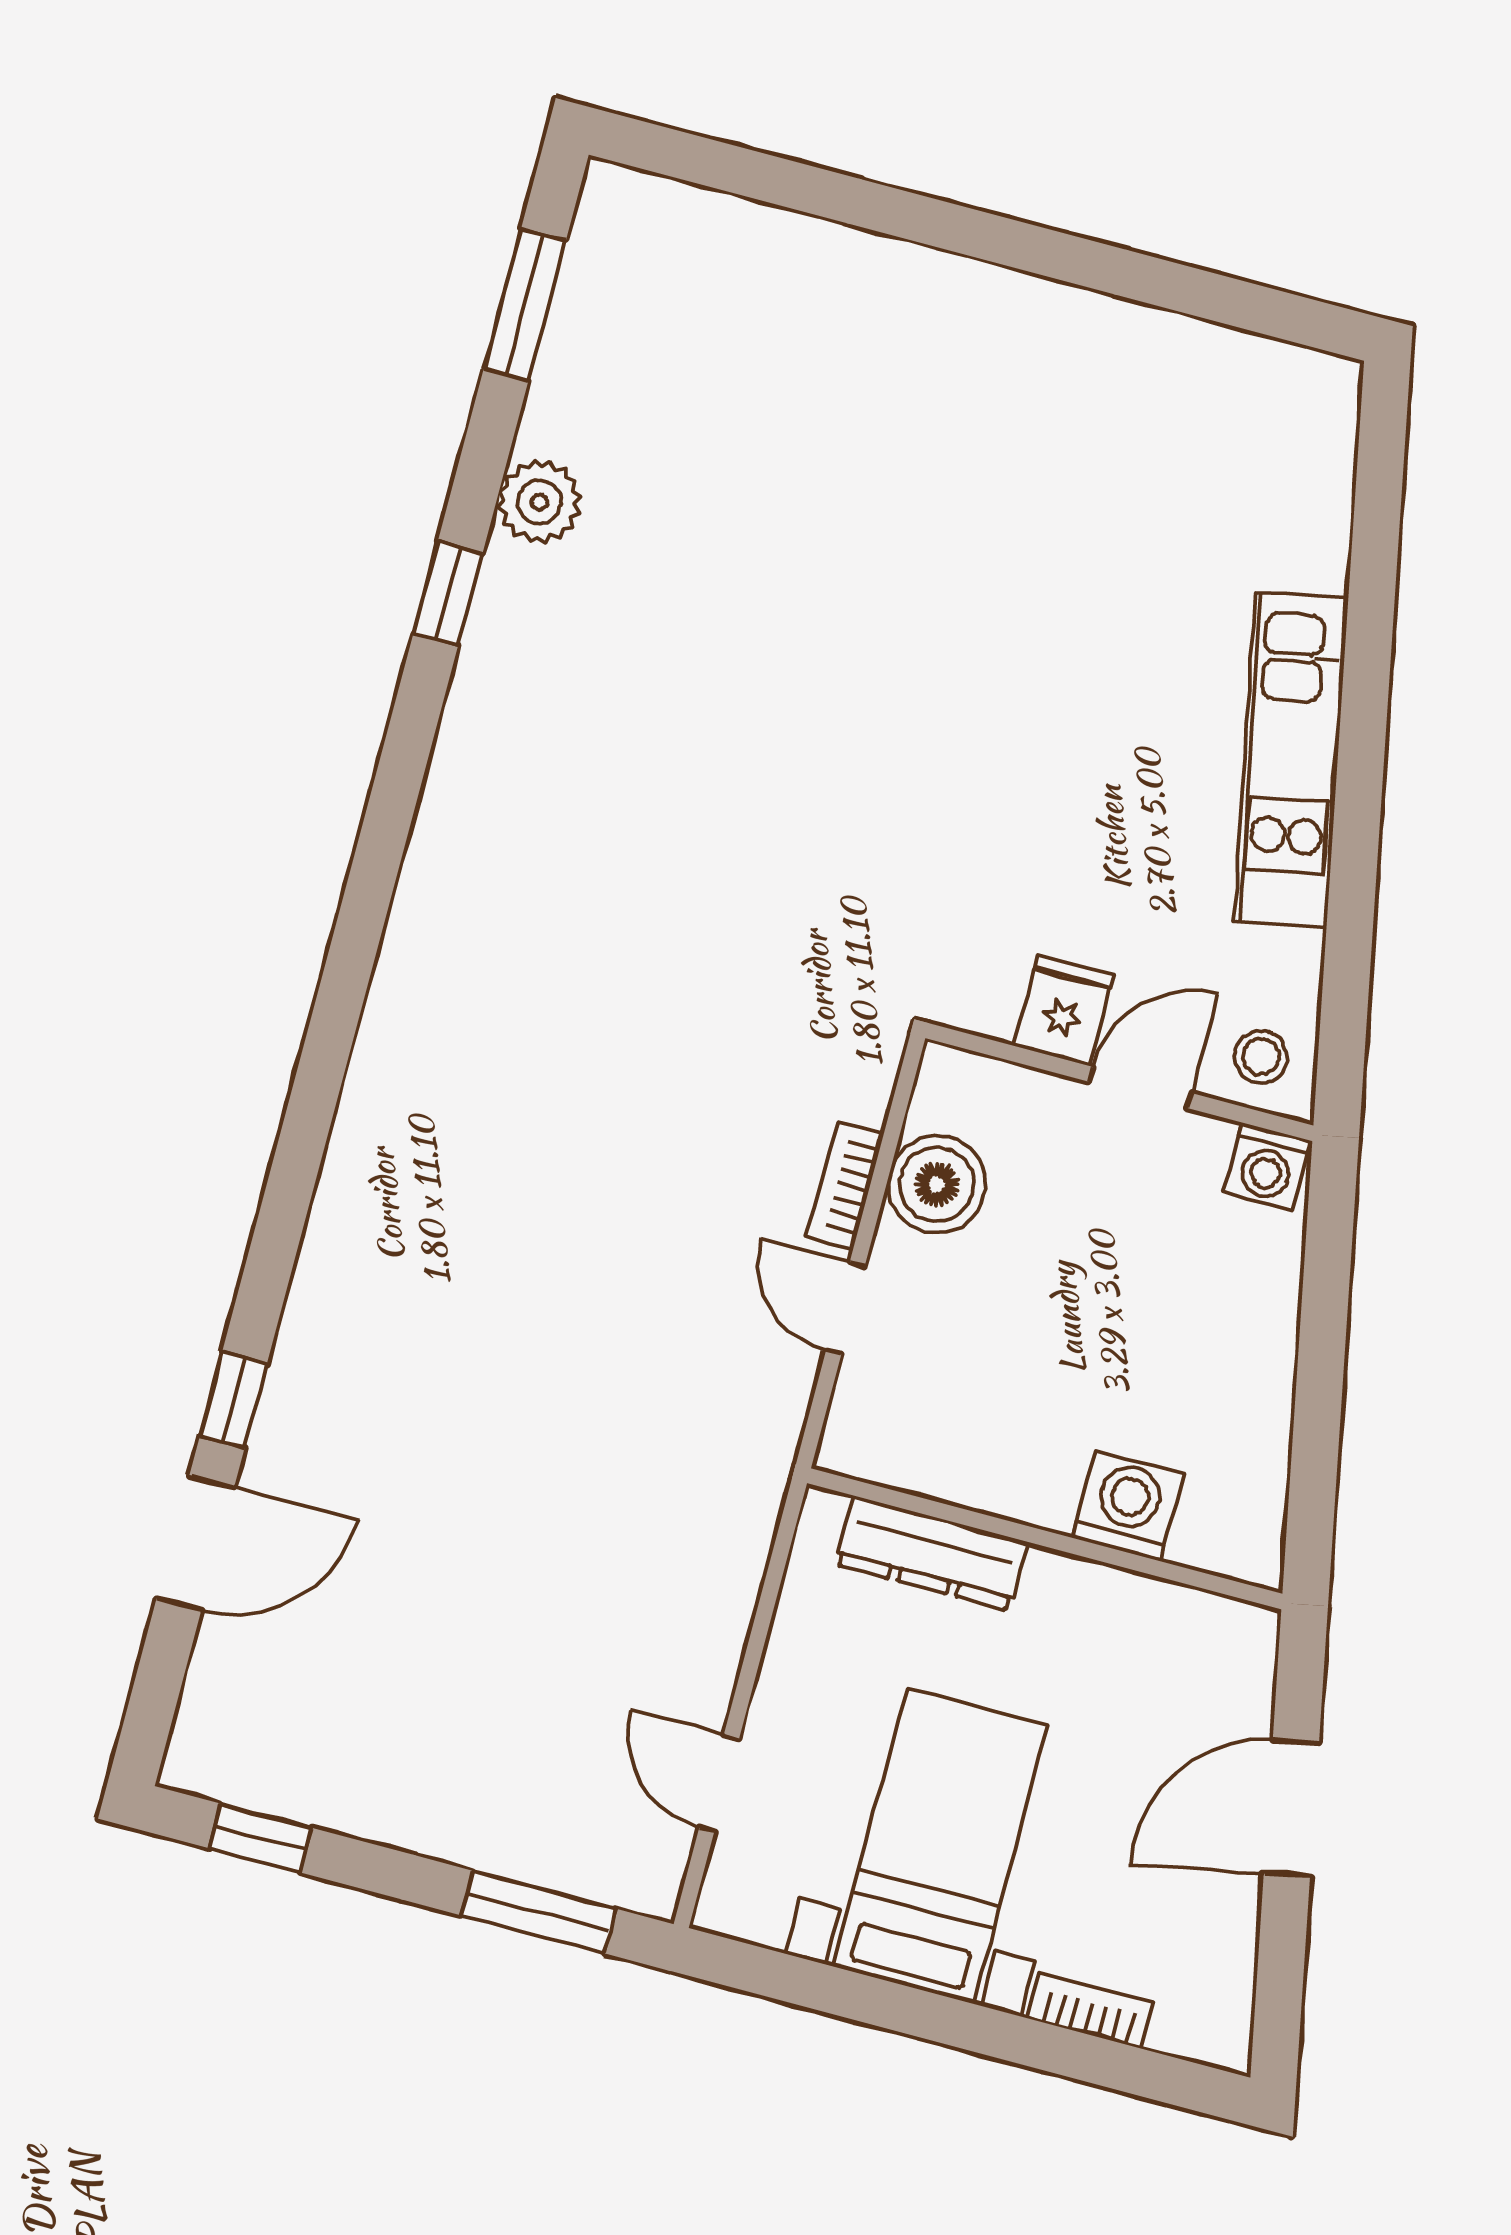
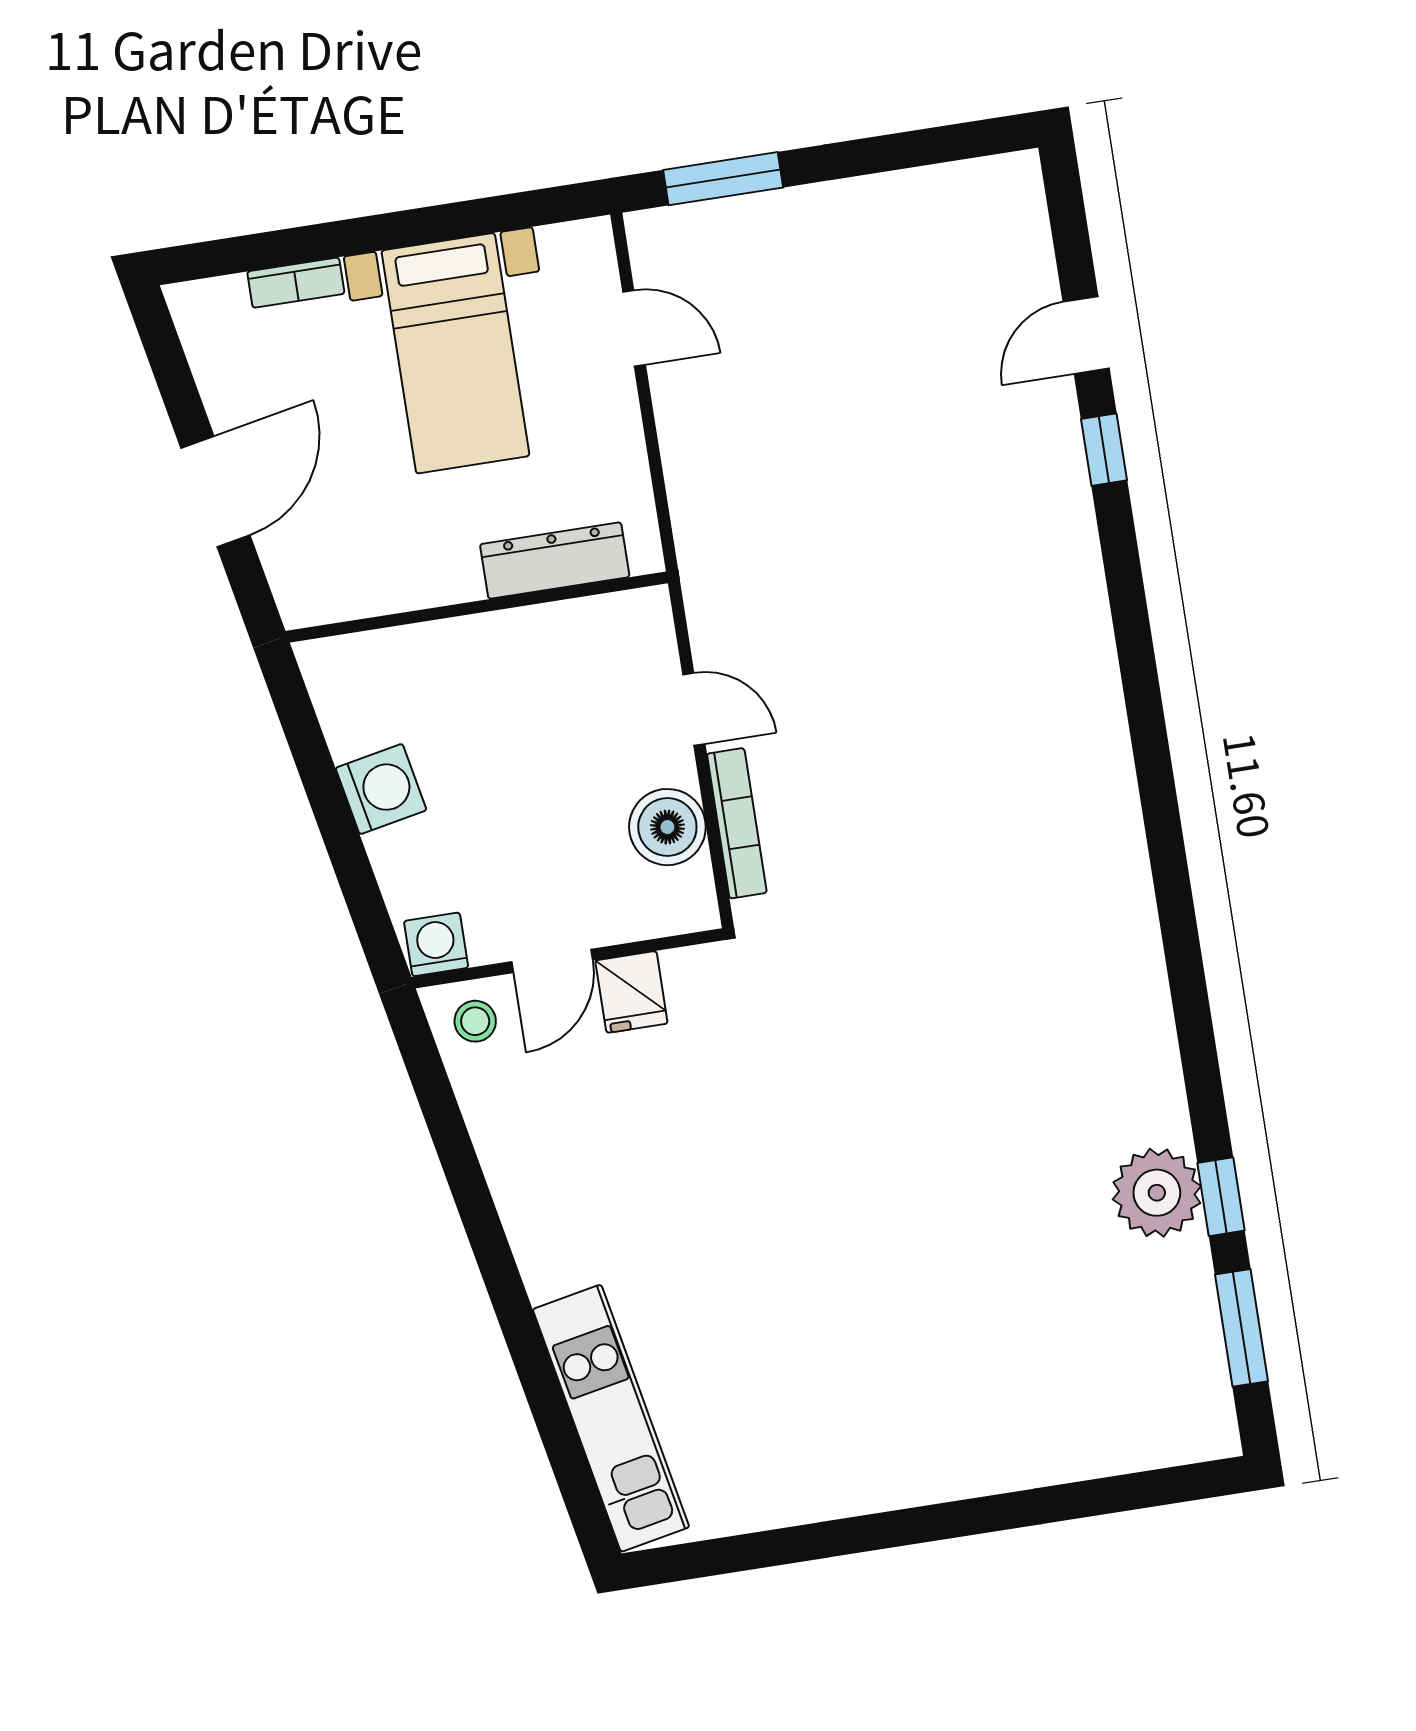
plant: (539, 502) -> (1157, 1193), width x1.36, depth x1.36
window: (448, 593) -> (1221, 1197), moved
kitchen unit: (1291, 760) -> (611, 1418), moved
bookcase: (845, 1186) -> (737, 823), width x1.56
washing machine: (1128, 1506) -> (381, 789), moved, turned -101
door: (195, 1543) -> (1086, 335), width x0.73
window: (260, 1838) -> (946, 144), removed

